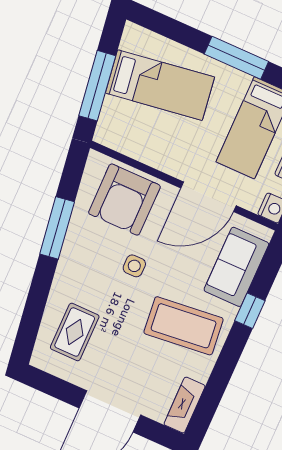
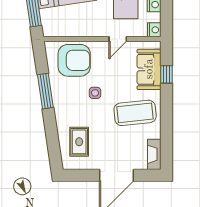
door: (209, 197) -> (118, 39), width x0.53
armchair: (124, 200) -> (74, 60), turned -90
window: (250, 311) -> (166, 74), moved

